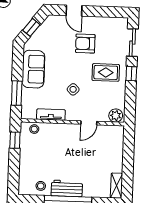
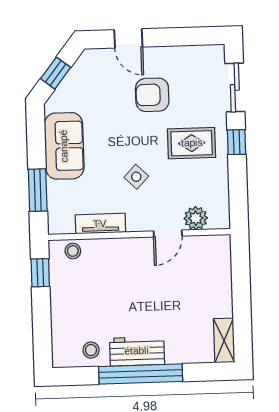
plant: (116, 116) -> (196, 218), moved

